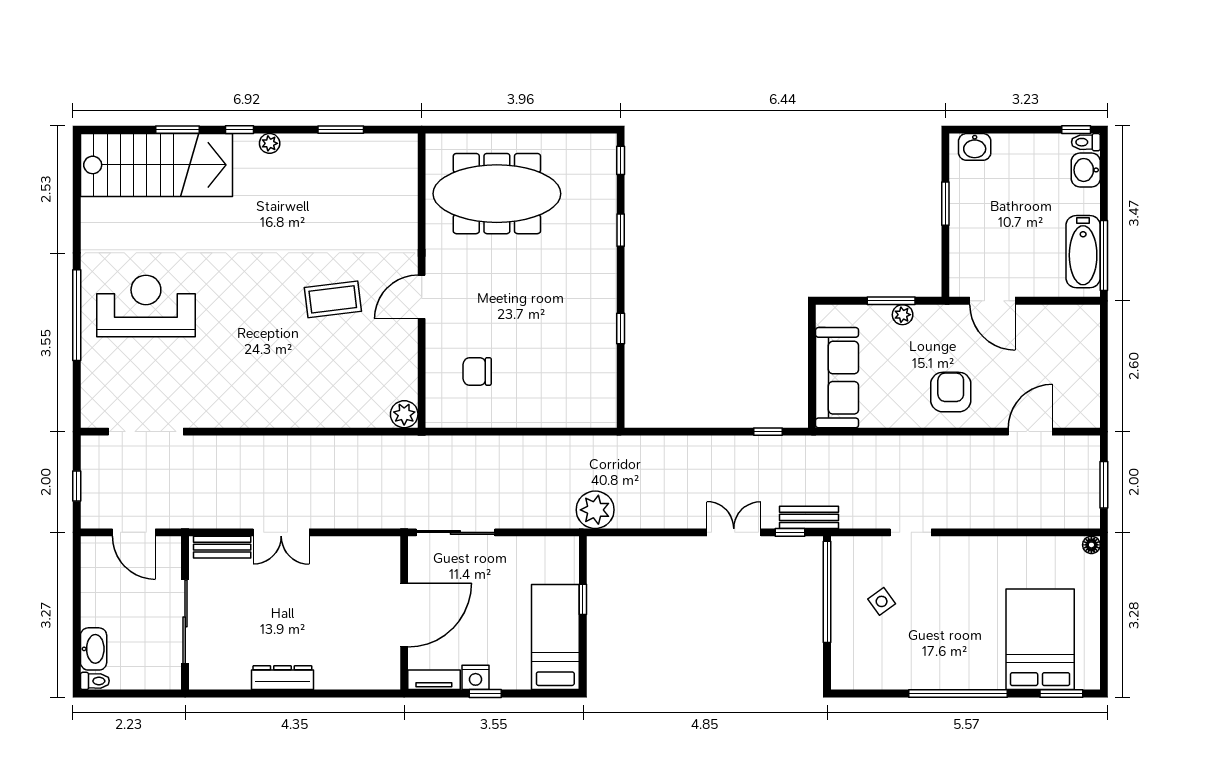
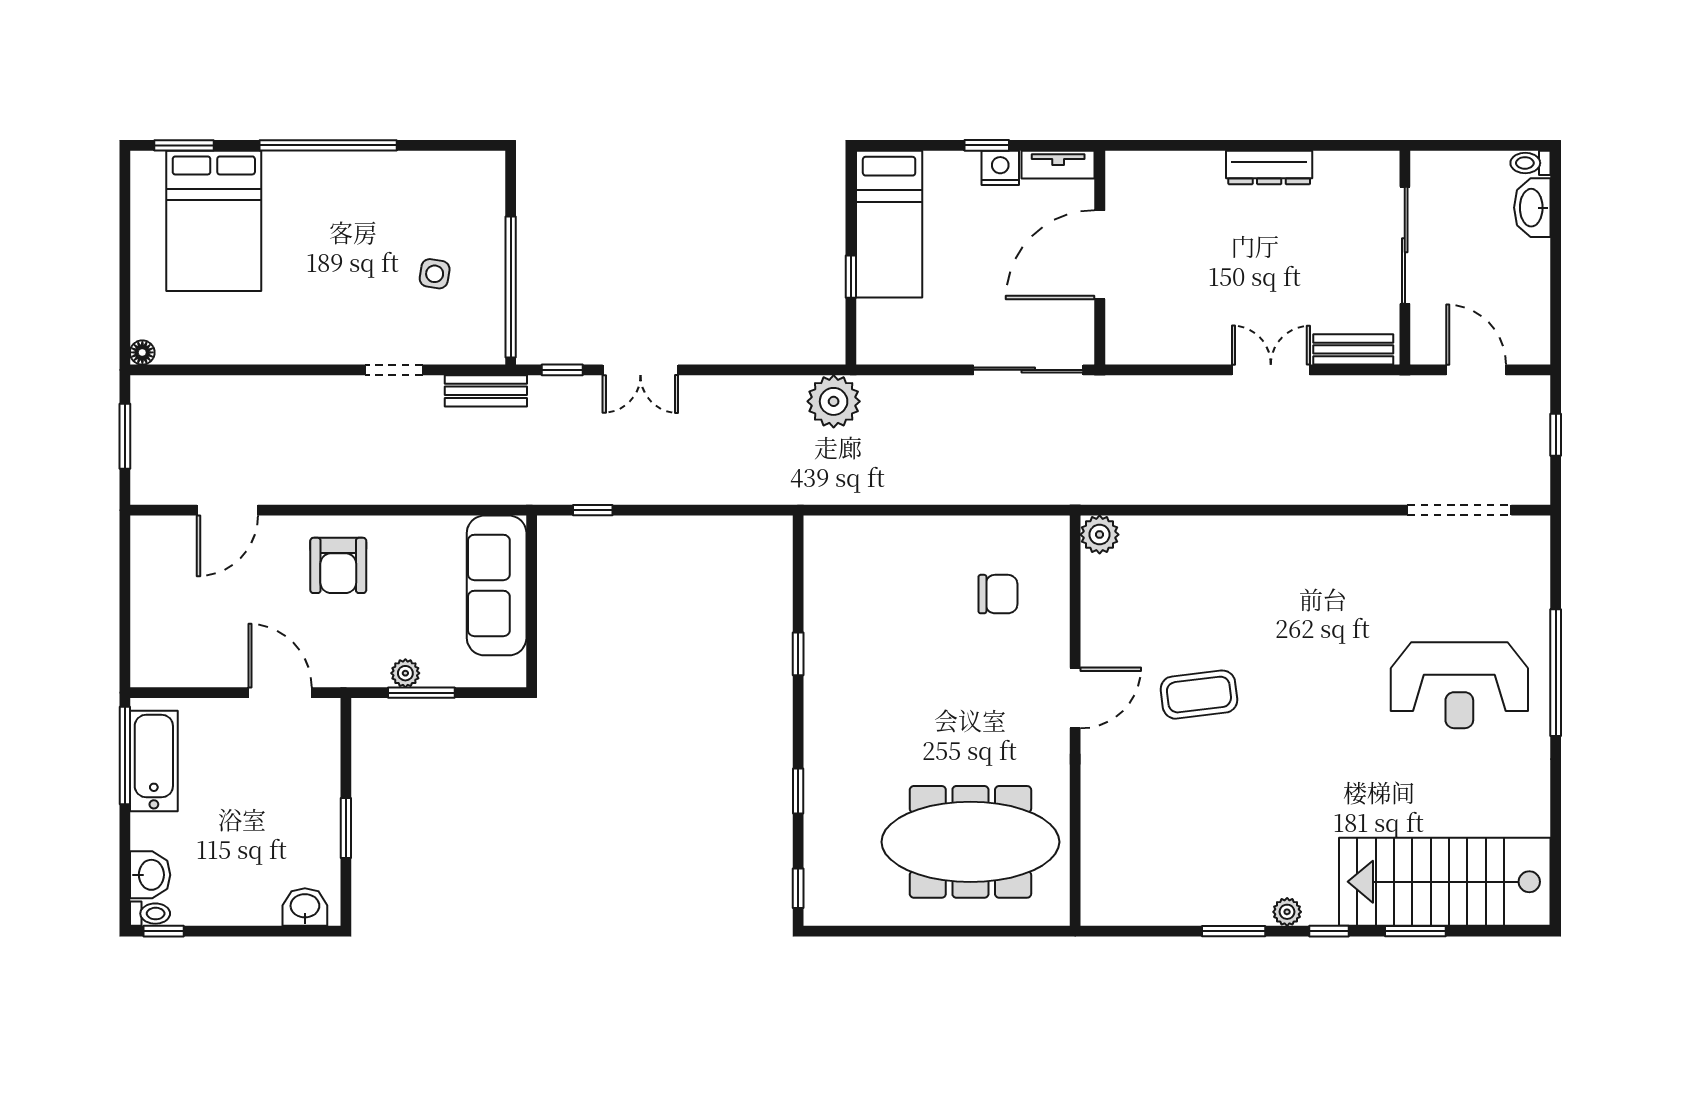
window: (341, 130) -> (1234, 931), moved
bench: (809, 517) -> (486, 391), moved
side table: (882, 601) -> (435, 274), turned 45

